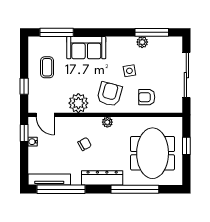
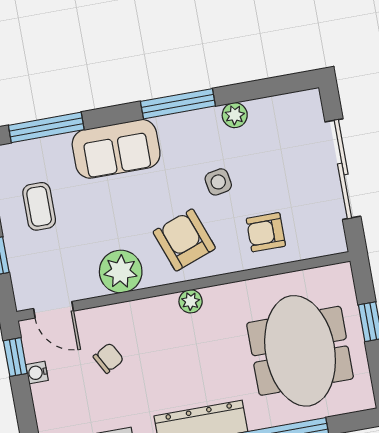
window: (152, 32) -> (178, 104), moved
armchair: (109, 94) -> (184, 240), turned -35
chair: (85, 144) -> (108, 358), moved

